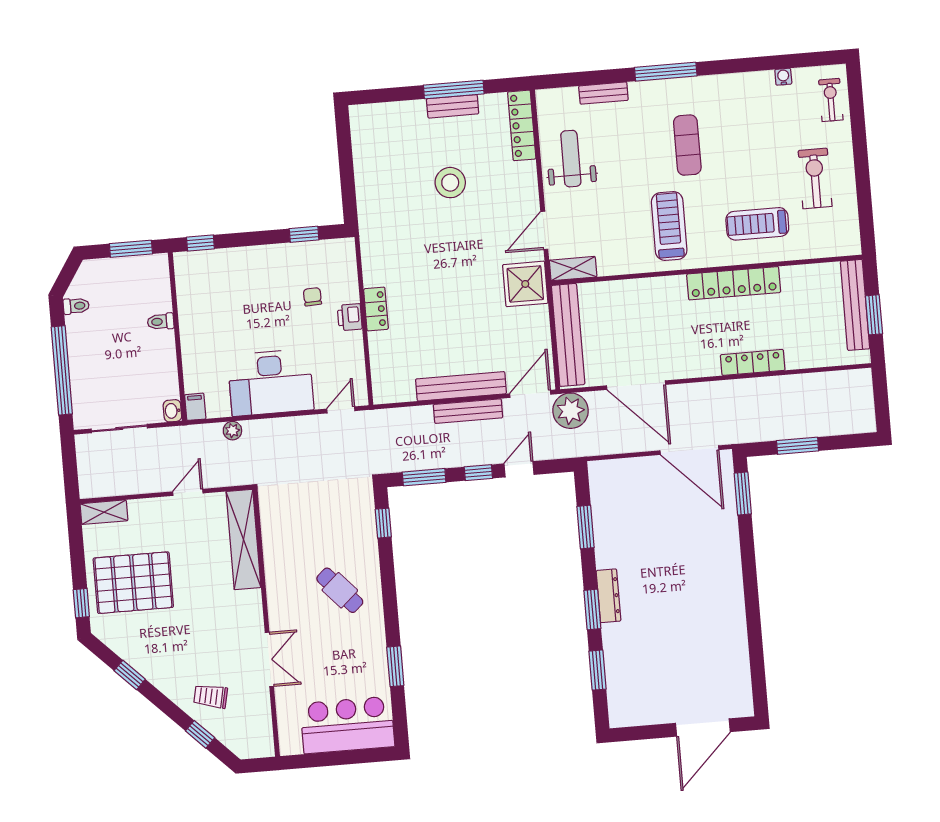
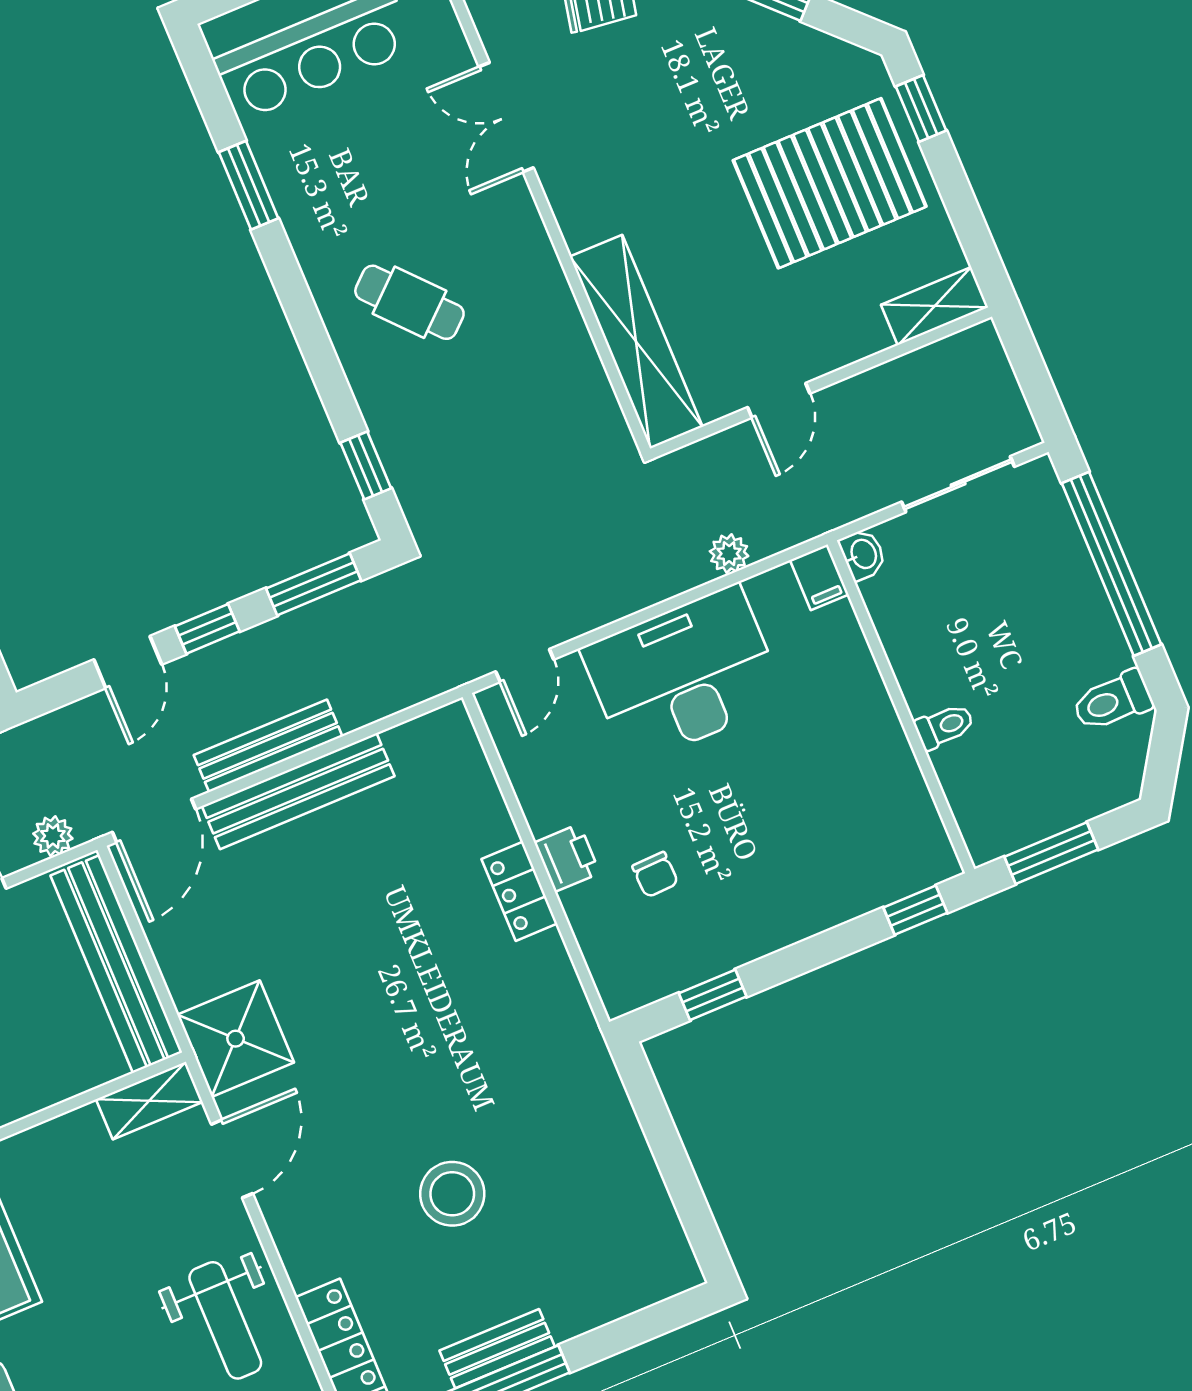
toilet: (76, 306) -> (1112, 701), width x1.37, depth x1.39
plant: (570, 411) -> (53, 836), width x0.53, depth x0.53

